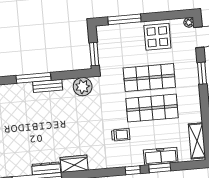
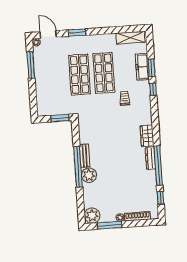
window: (124, 19) -> (31, 65), moved
display table: (157, 37) -> (47, 68), removed
window: (34, 78) -> (78, 167), width x1.46
plant: (83, 87) -> (89, 175), moved

